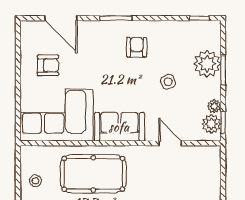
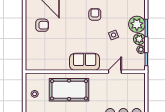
corner sofa: (57, 115) -> (47, 55), removed
plant: (211, 124) -> (139, 39), moved
door: (170, 143) -> (115, 72), hinge flipped

